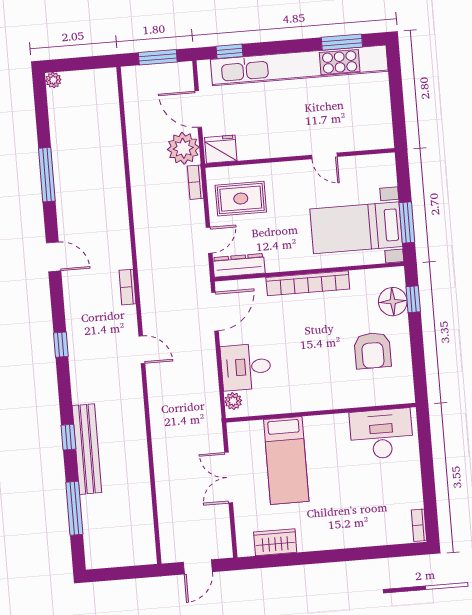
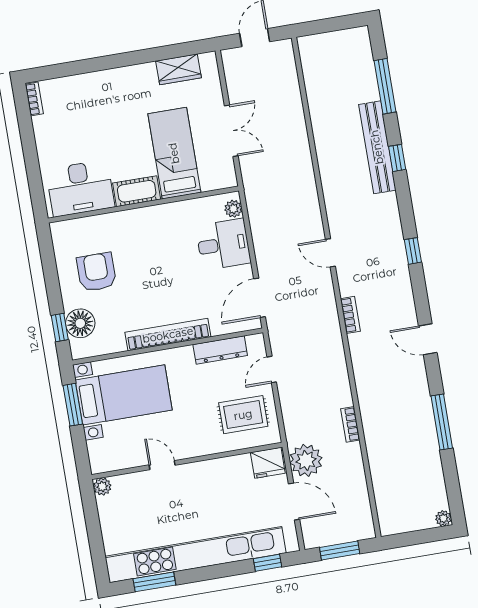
plant: (385, 140) -> (102, 487), added
bookcase: (195, 182) -> (350, 424), moved, turned 180
dresser: (239, 265) -> (220, 350), moved
cot: (326, 426) -> (137, 191), added

